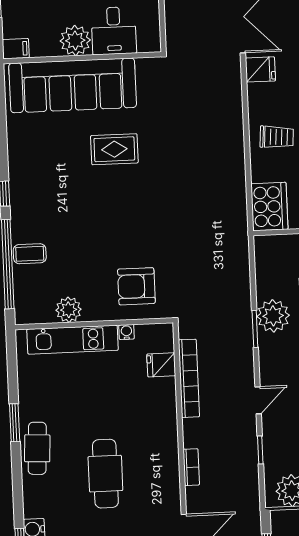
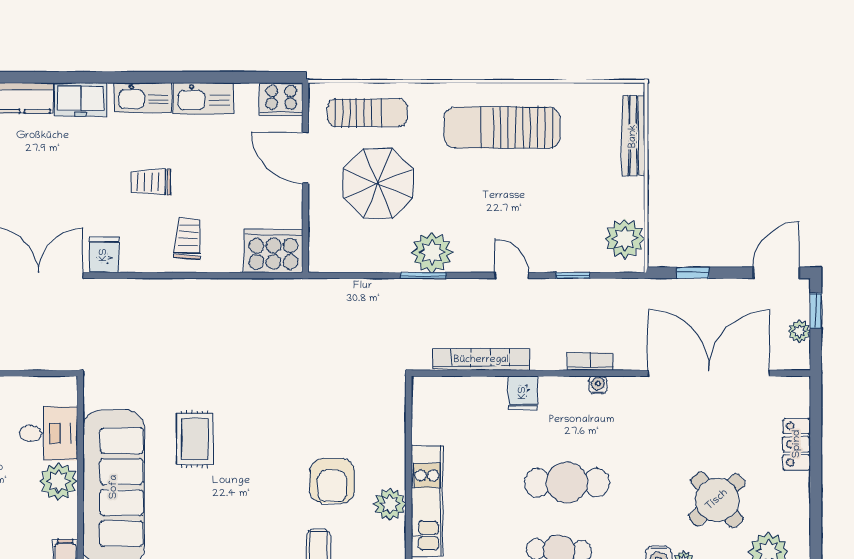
armchair: (136, 286) -> (332, 481), moved
plant: (273, 316) -> (432, 252), moved
water cooler: (126, 332) -> (598, 385), moved, turned 90
fridge: (161, 365) -> (523, 393), moved
cafe table: (105, 474) -> (567, 483), moved

